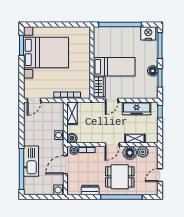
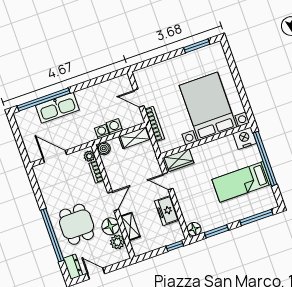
nightstand: (148, 33) -> (245, 138), moved, turned -90
bed with nightstands: (46, 52) -> (208, 106), moved, turned 180
bed: (114, 67) -> (241, 182), moved, turned 90
floor lamp: (153, 71) -> (194, 229), moved
door: (34, 100) -> (139, 98), moved
freezer: (137, 108) -> (167, 211), width x0.71
door: (112, 145) -> (113, 201), swing flipped
door: (65, 165) -> (55, 157), moved
washing machine: (59, 190) -> (114, 127), moved
dresser: (90, 190) -> (73, 267), moved

